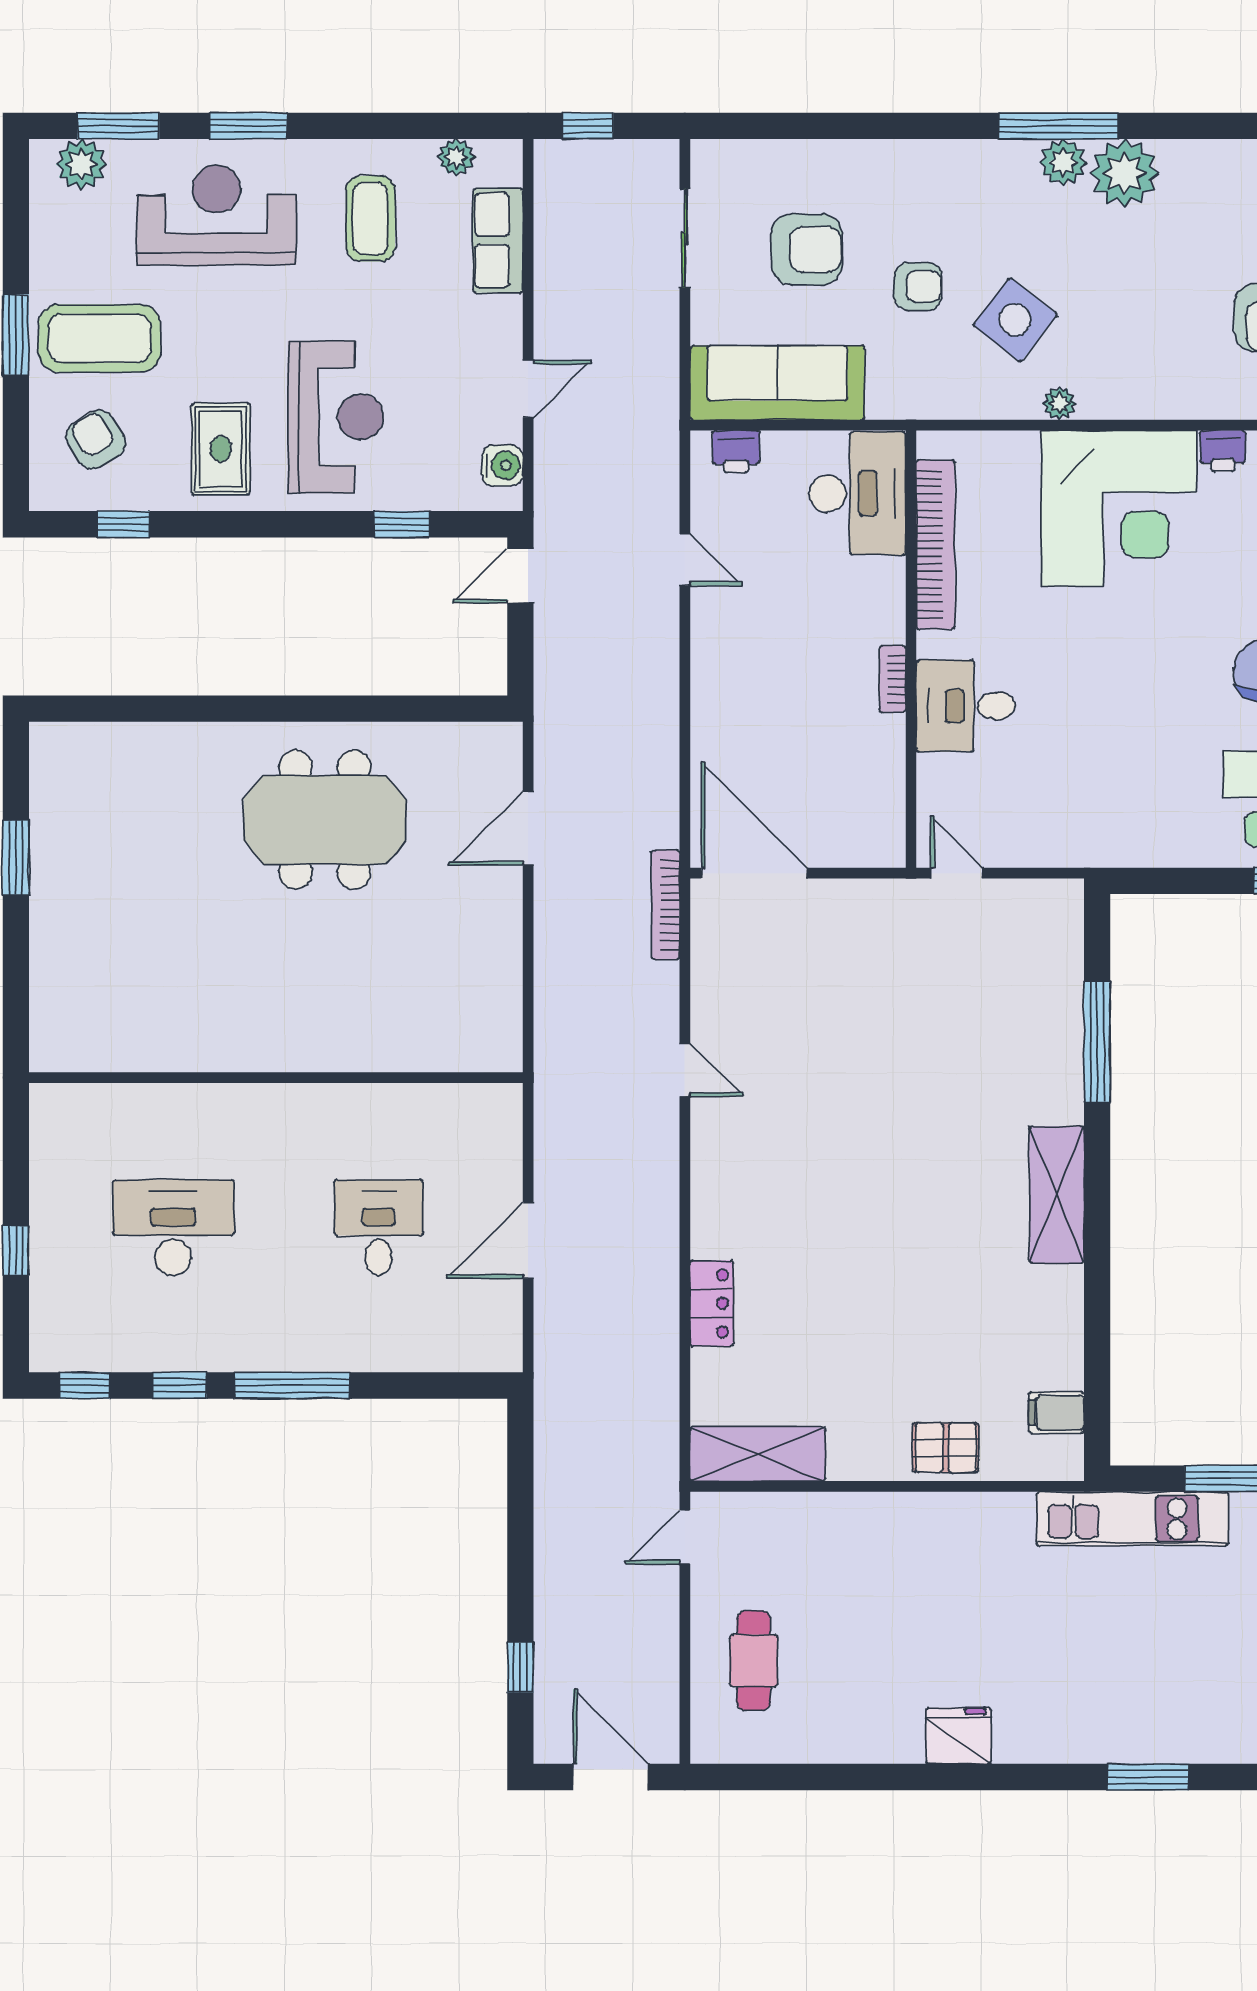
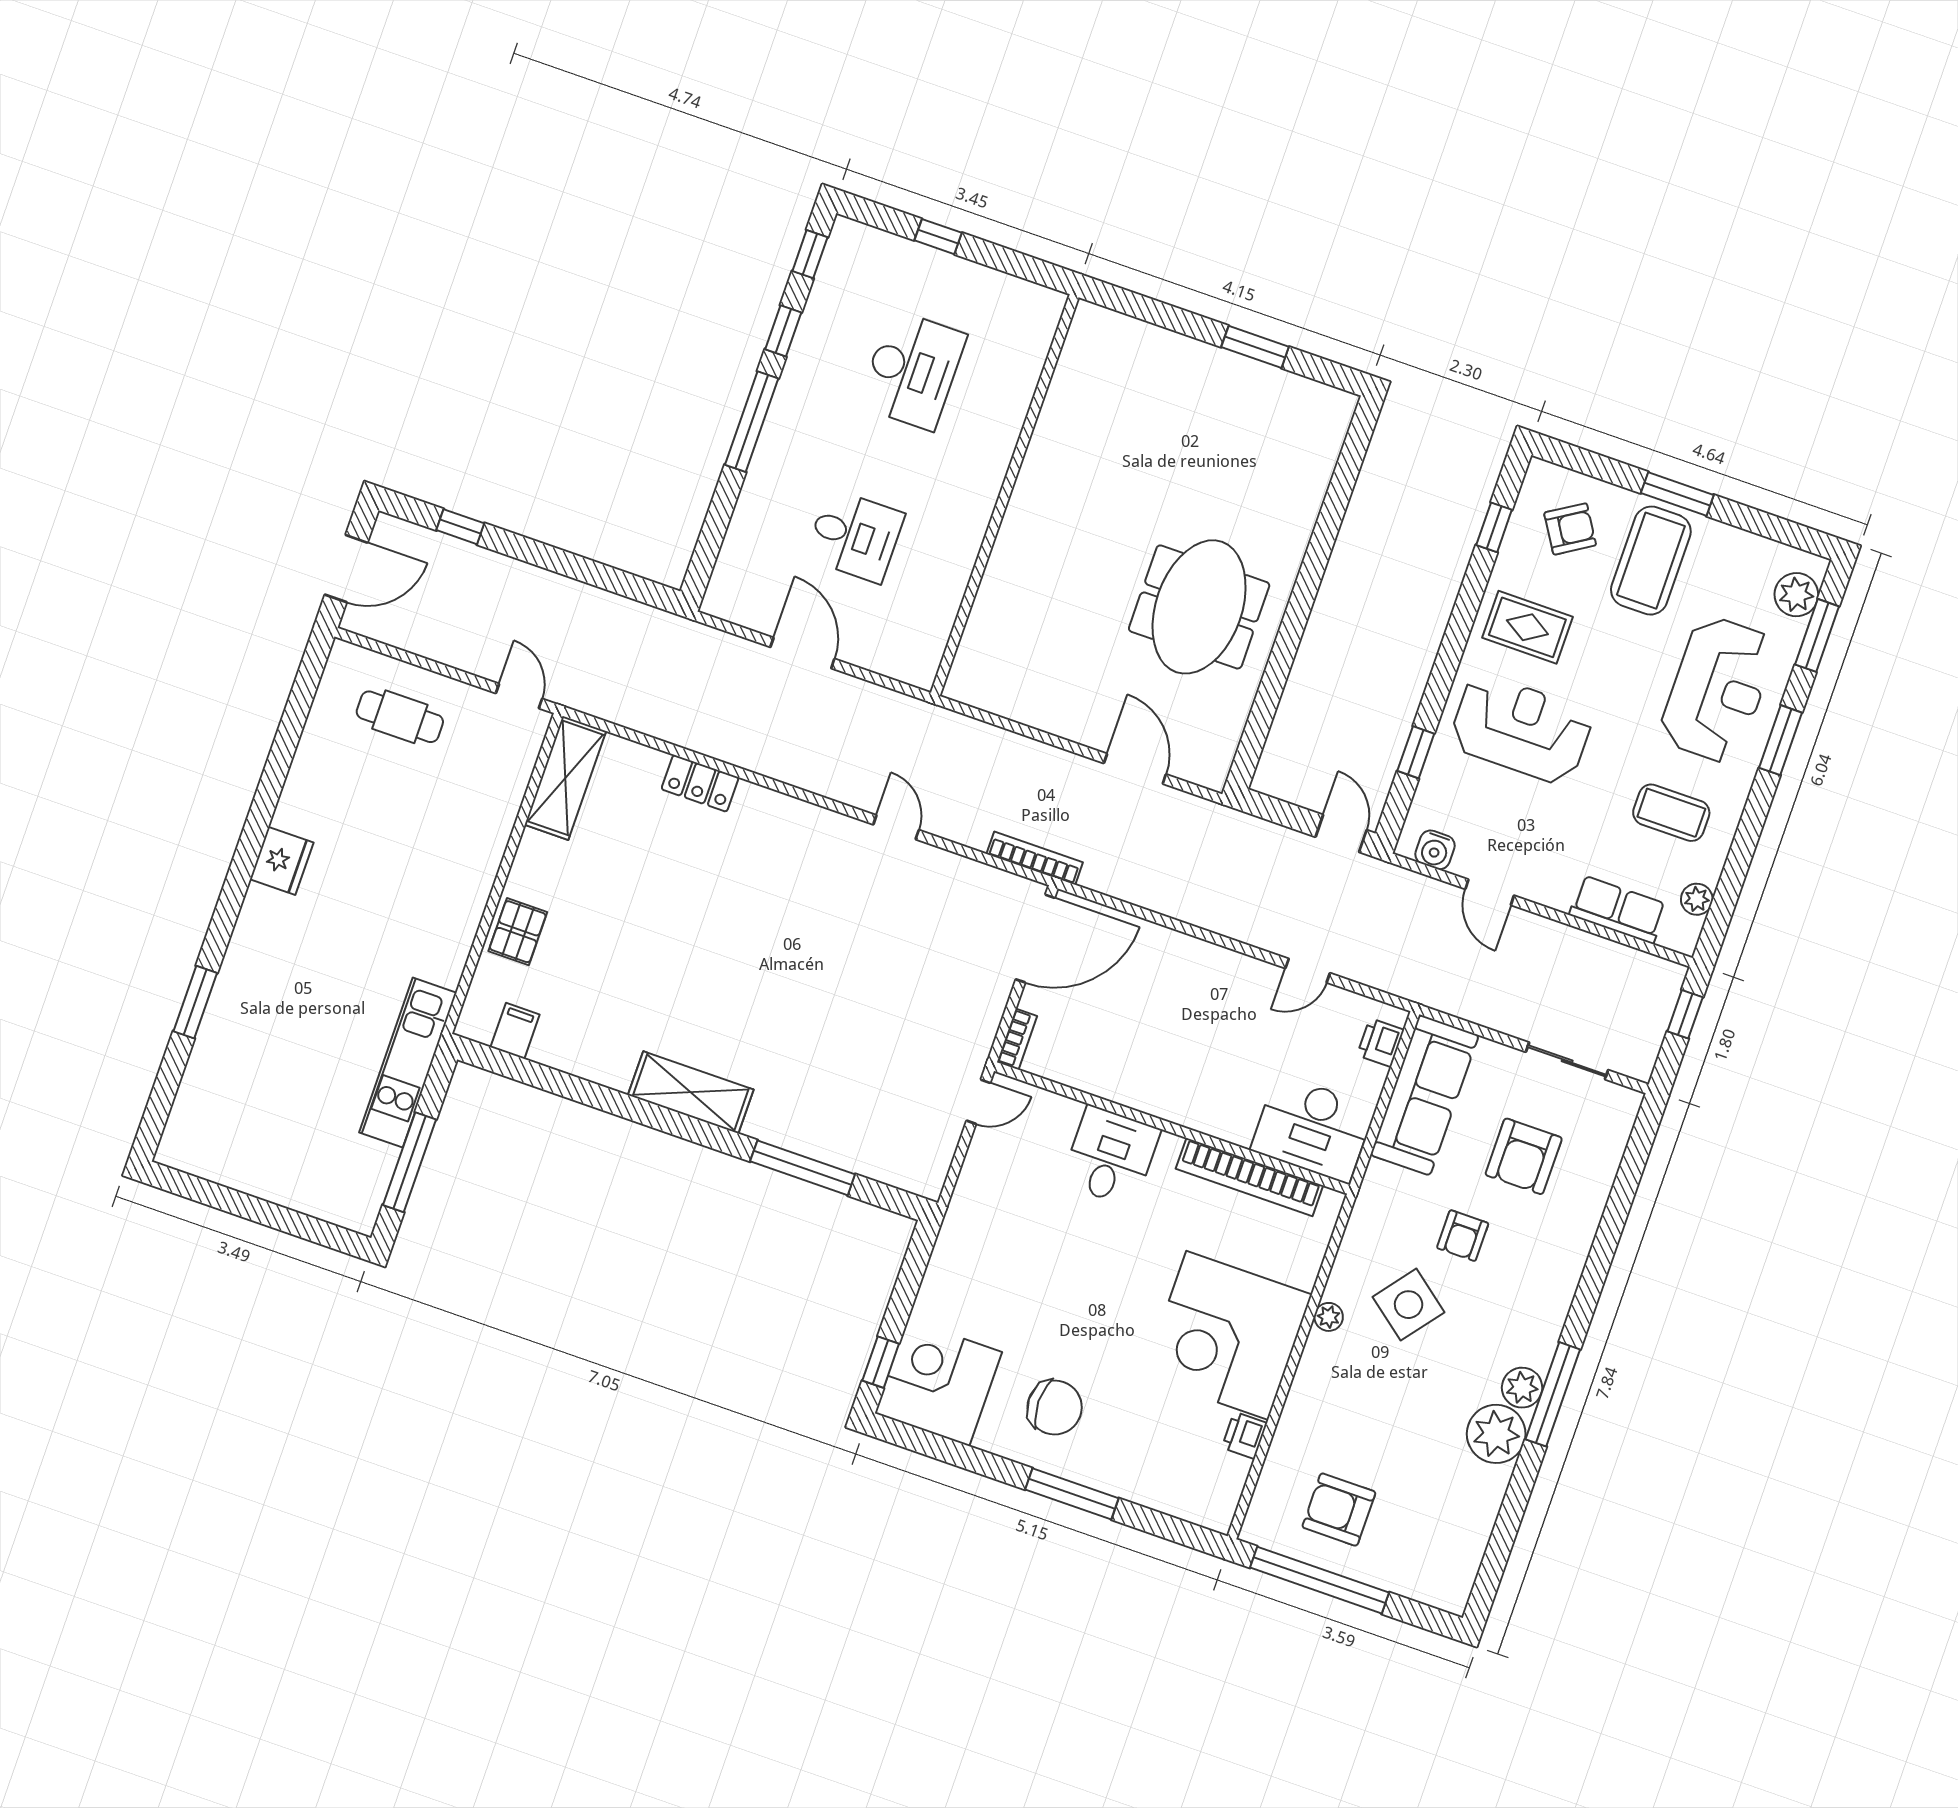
reception desk: (336, 417) -> (1521, 729), turned 180
bookcase: (892, 679) -> (1017, 1039), moved, turned 90
door: (685, 1070) -> (896, 827), swing flipped

